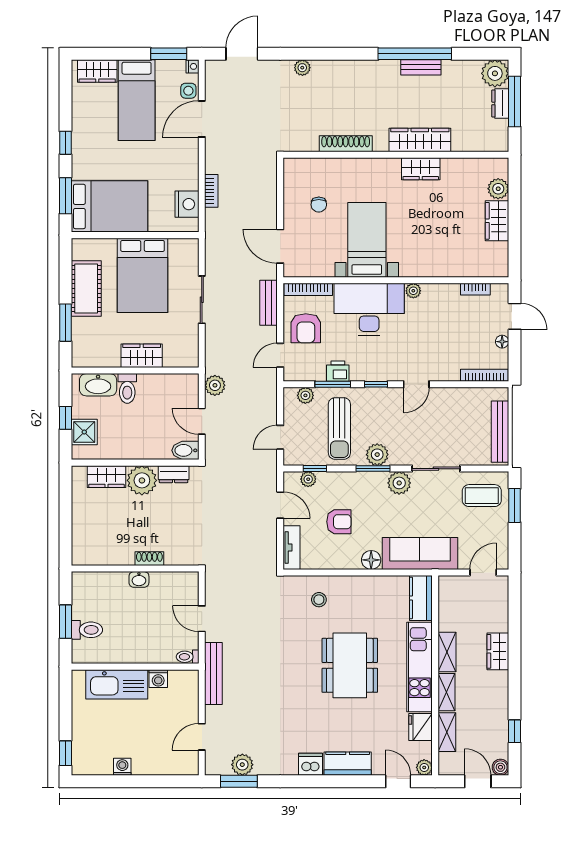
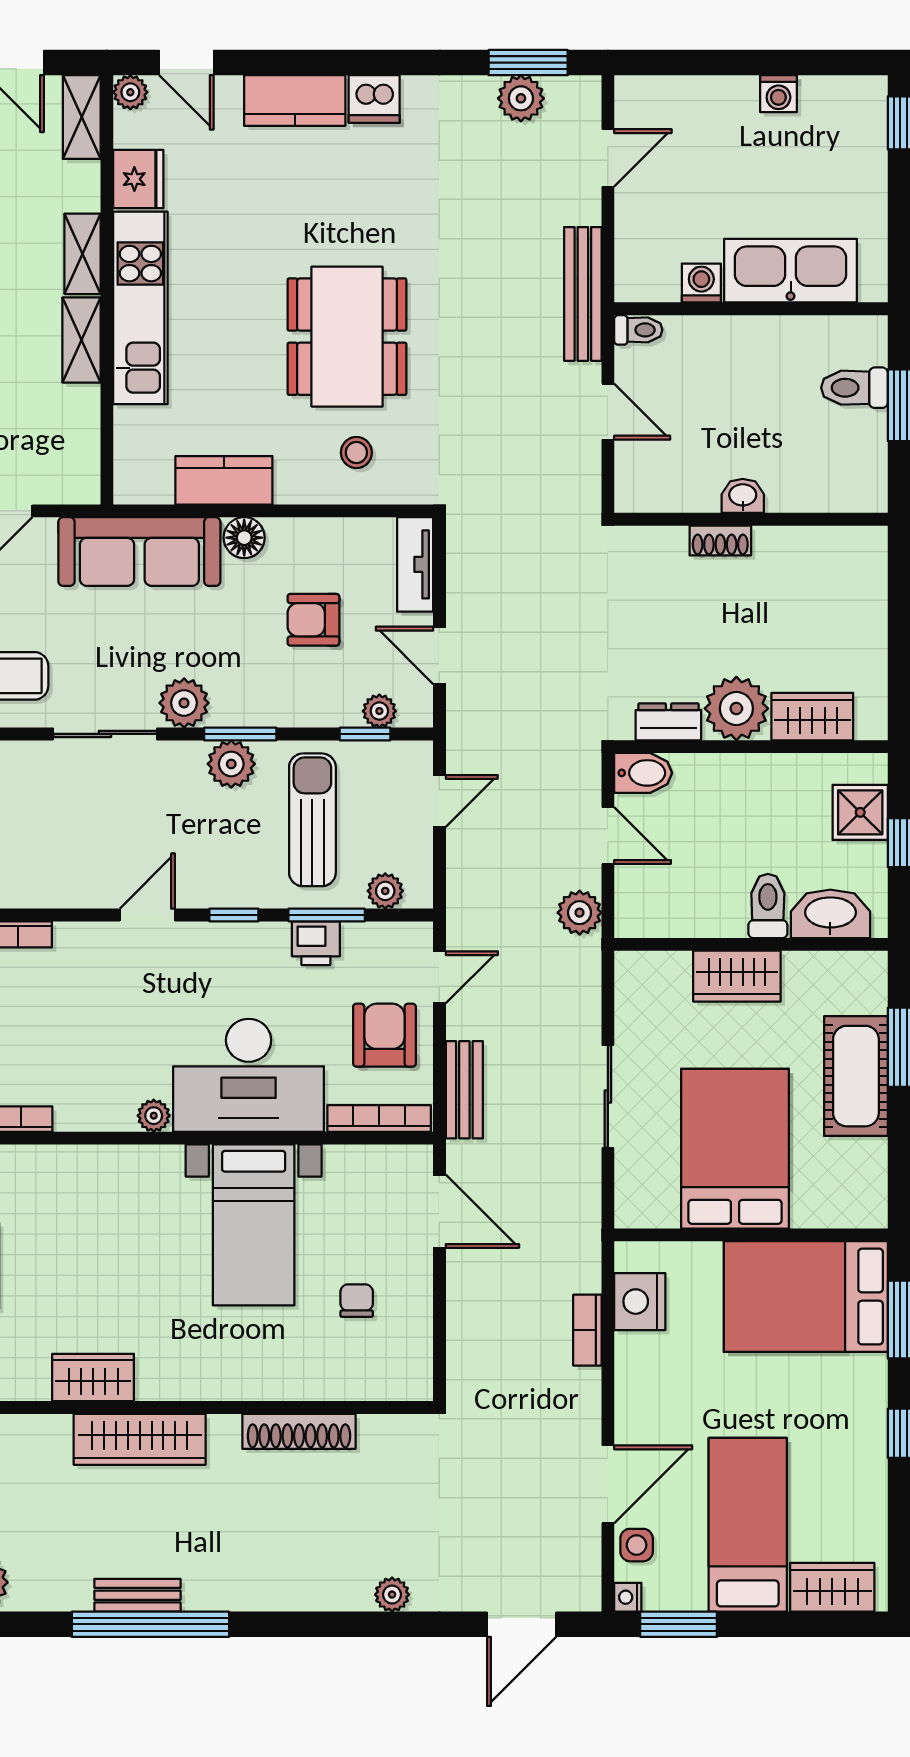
wardrobe: (421, 169) -> (93, 1377), moved
cot: (86, 288) -> (856, 1076), moved
kitchen counter: (421, 598) -> (224, 480), moved, turned -90
dining table: (350, 665) -> (347, 337), moved
shelving: (447, 732) -> (82, 117), moved

